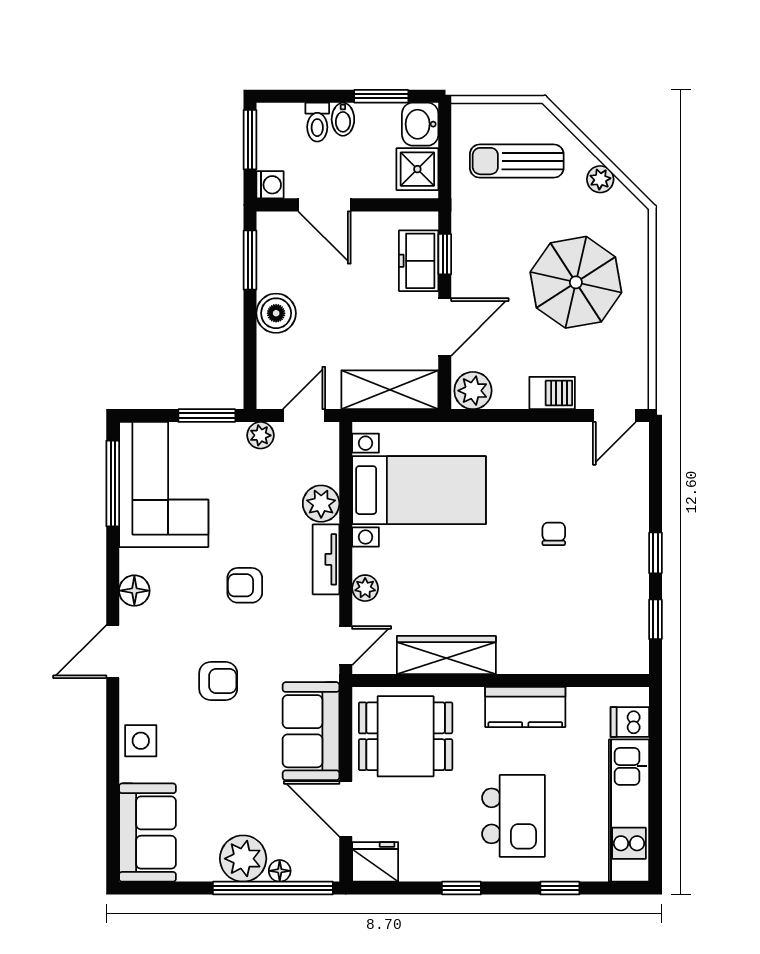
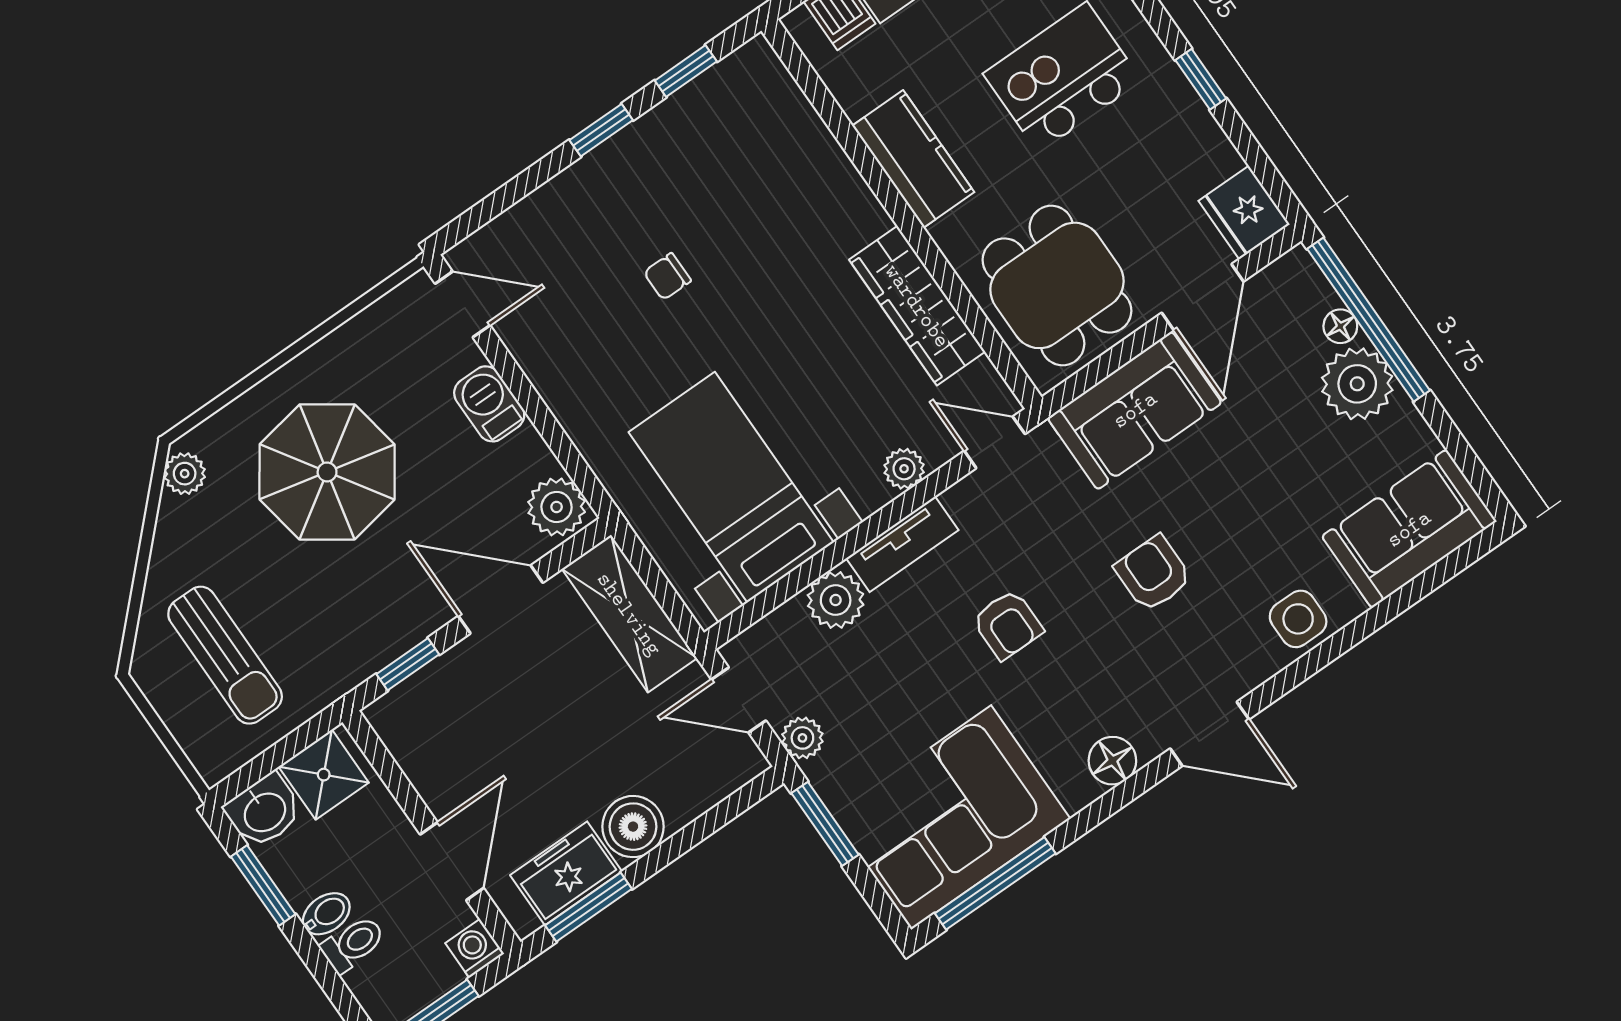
plant: (600, 179) -> (185, 474), moved
freezer: (419, 261) -> (566, 873), moved, turned 180

